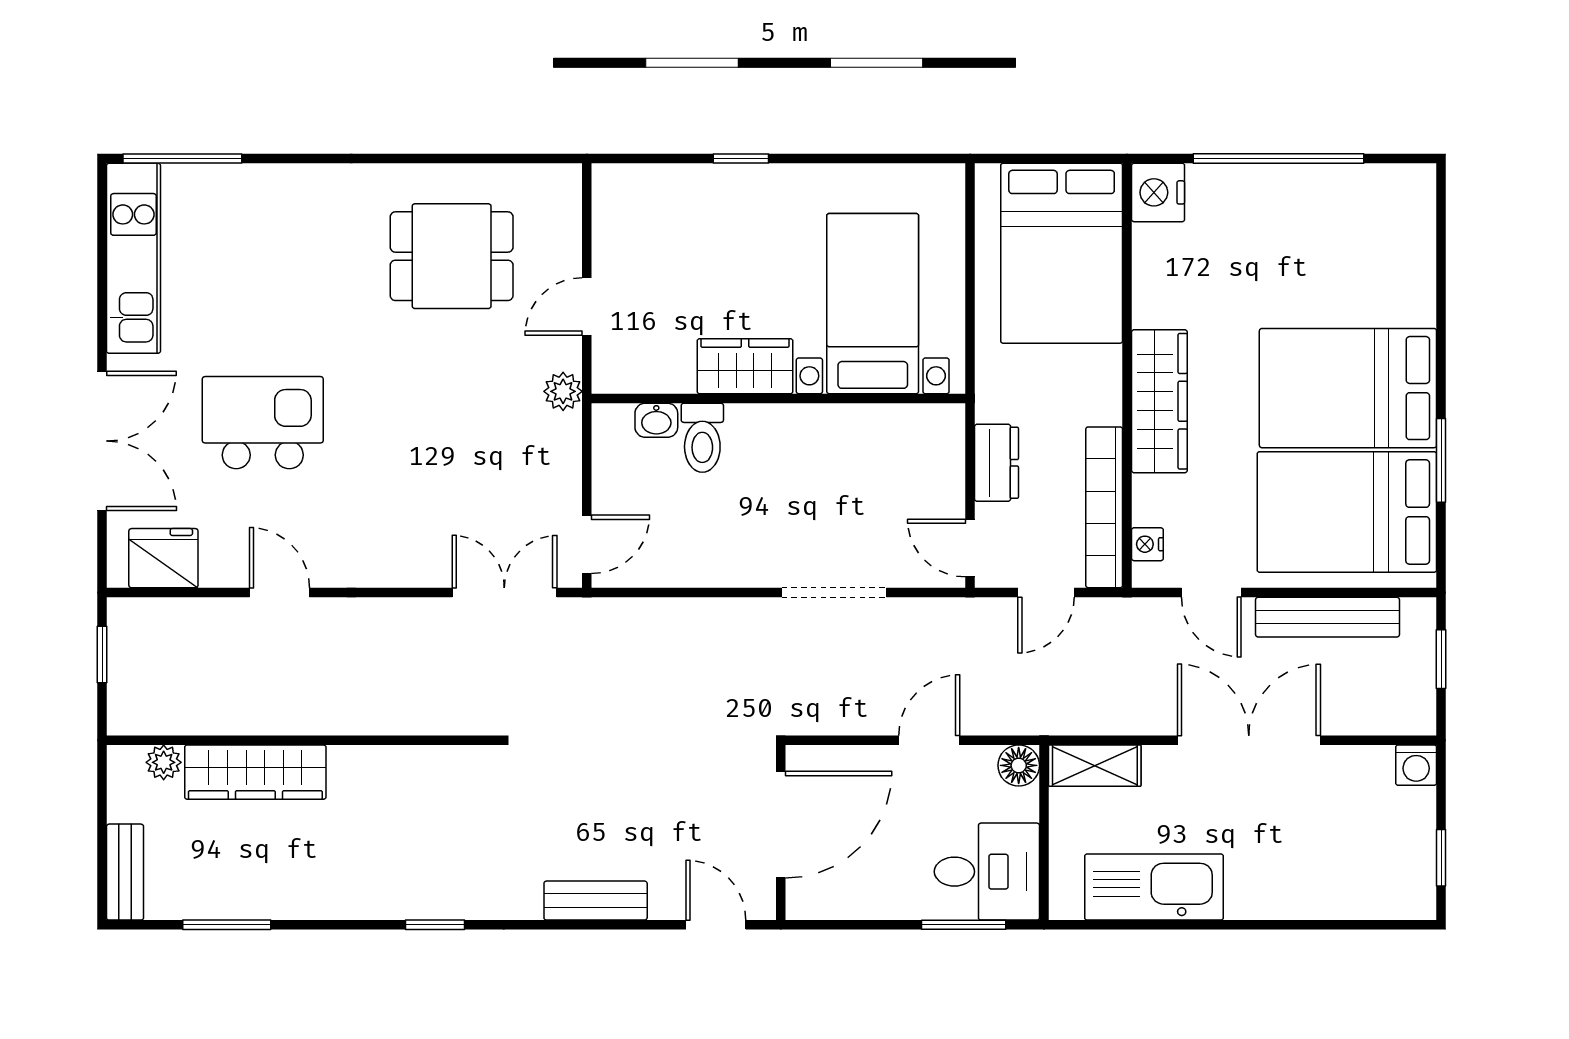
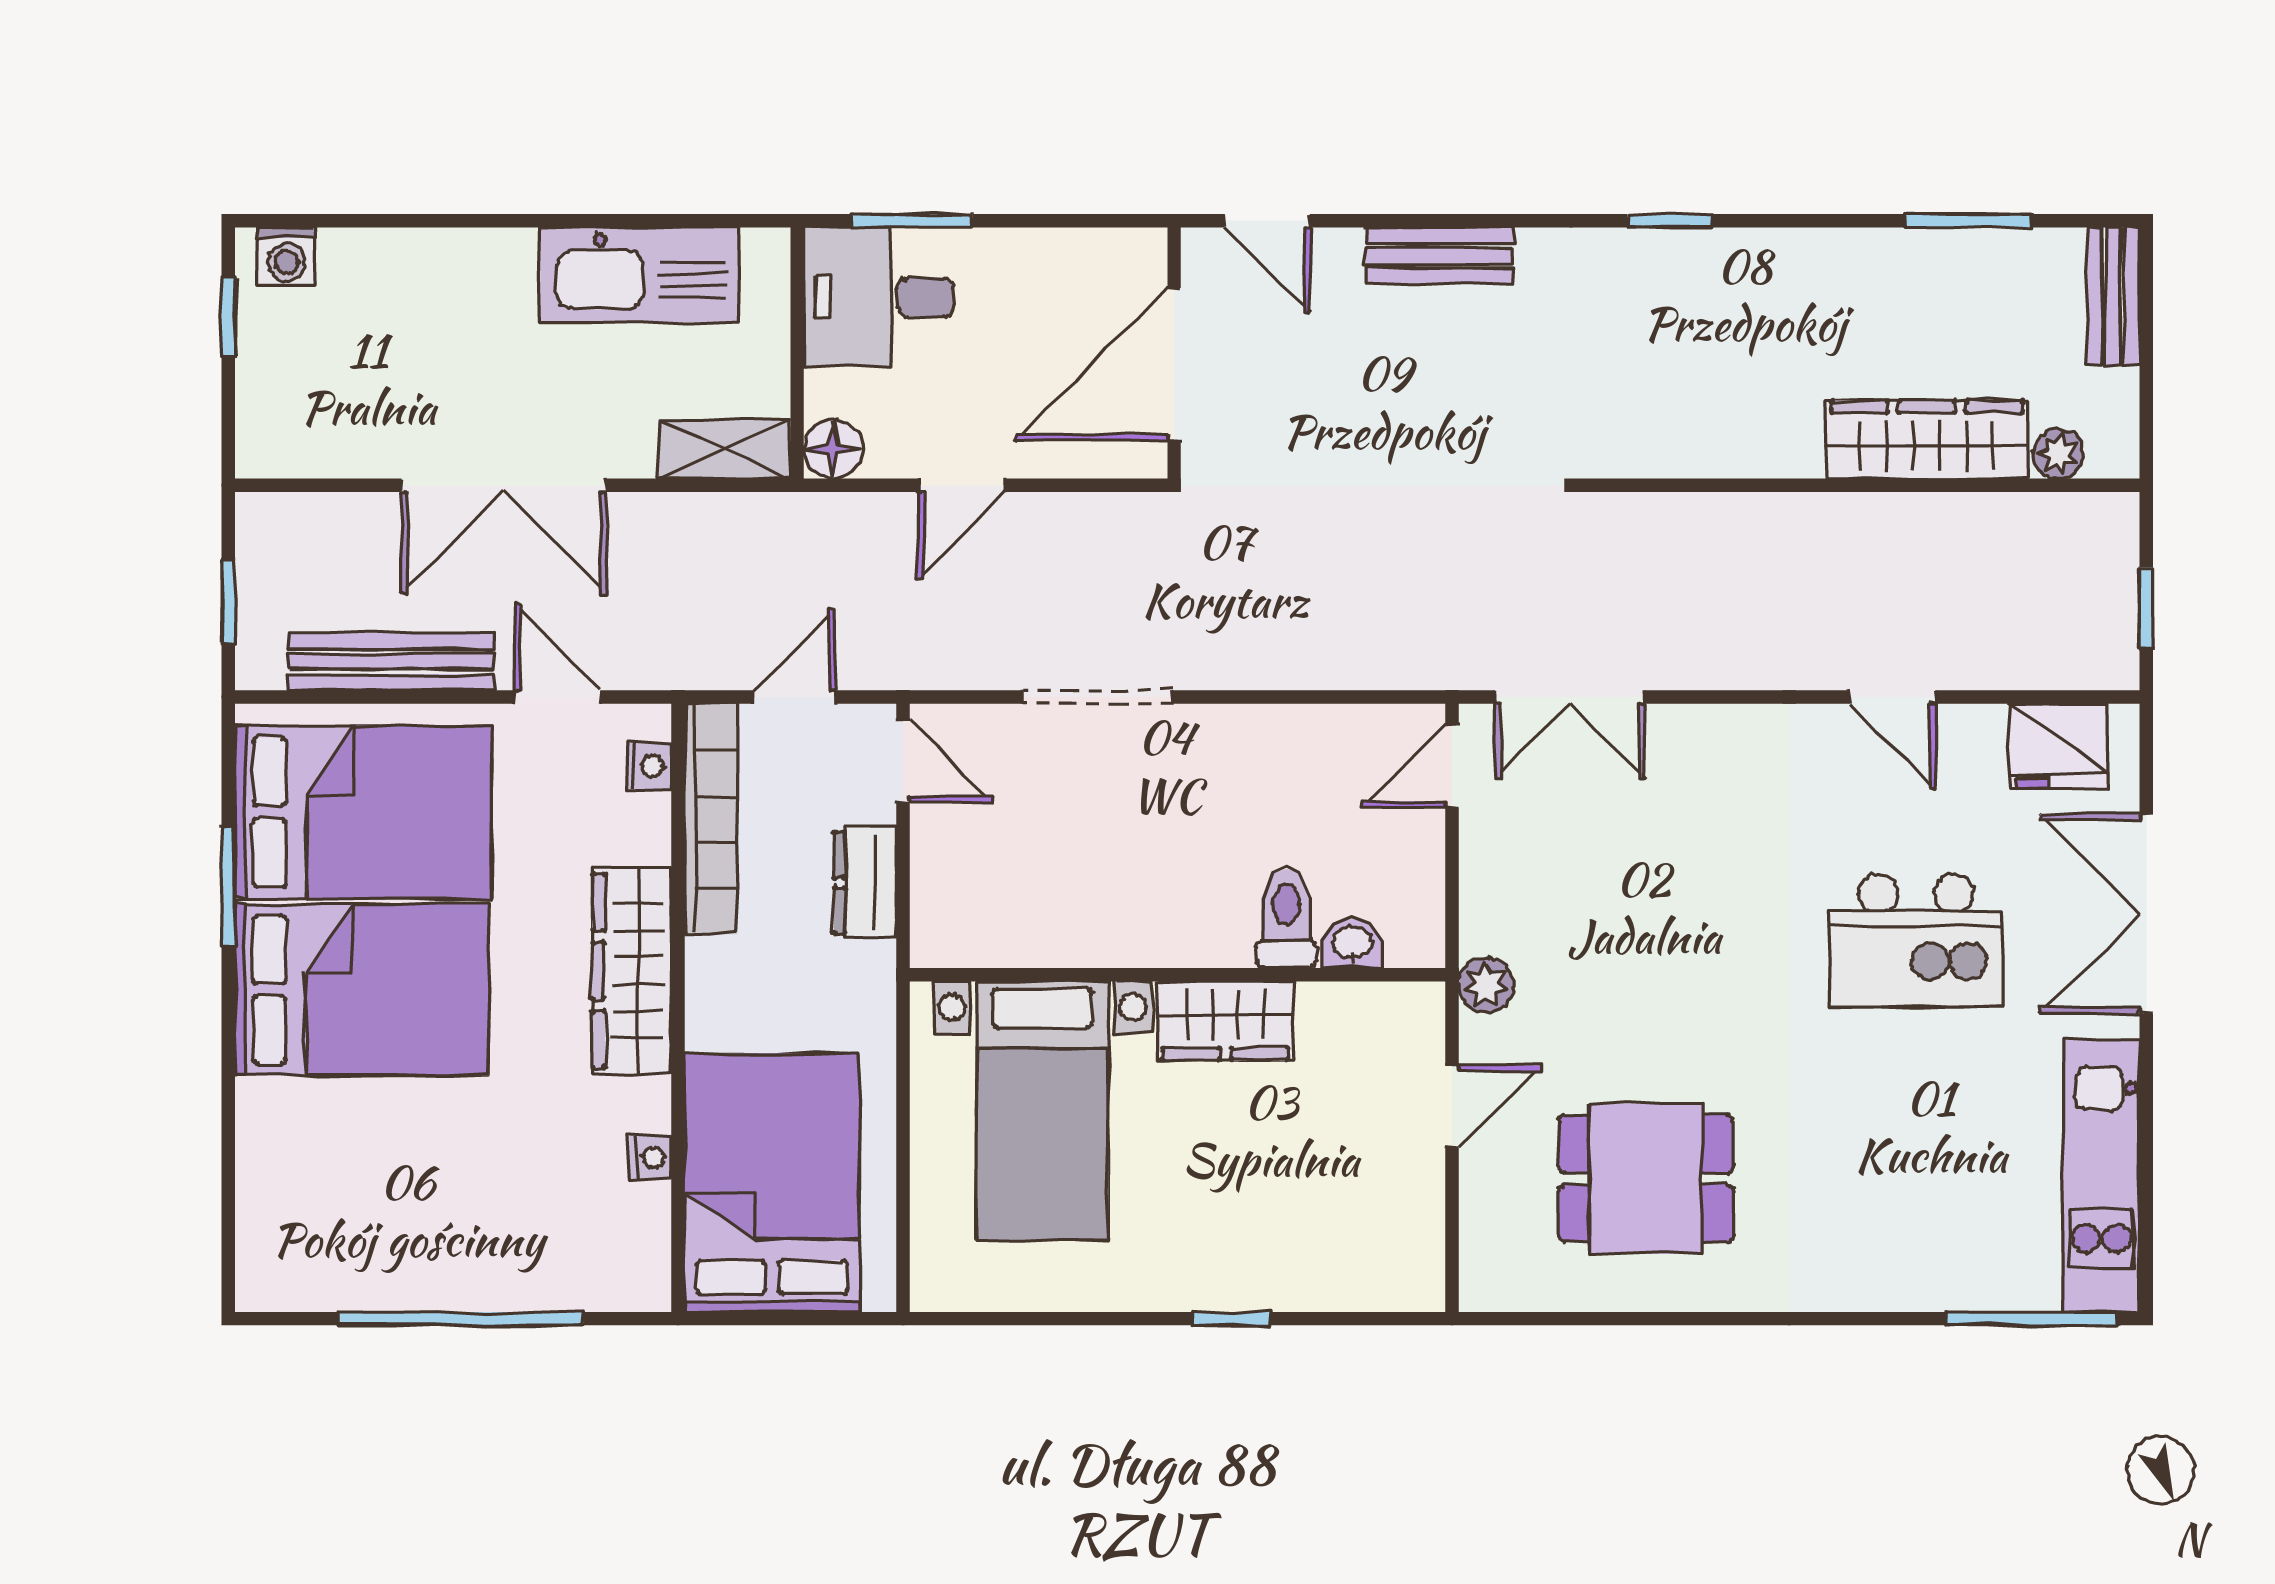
nightstand: (1158, 192) -> (650, 1157), moved, width x0.53, depth x0.56
washing machine: (1416, 765) -> (286, 256), moved, turned 180

